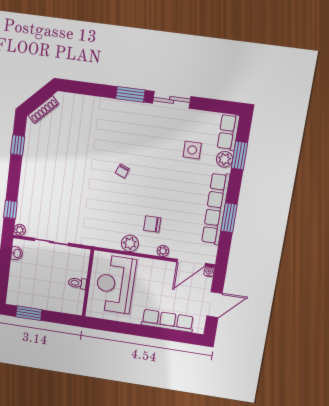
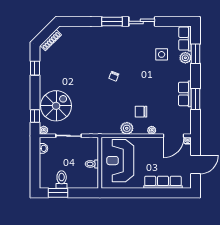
spiral stairs: (40, 200) -> (56, 106), added
row of seats: (216, 209) -> (185, 94), width x0.50
toilet: (35, 297) -> (62, 180), added

